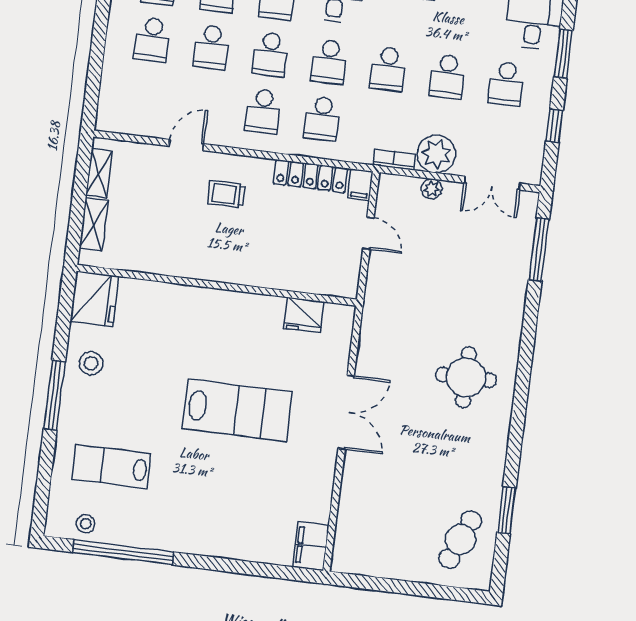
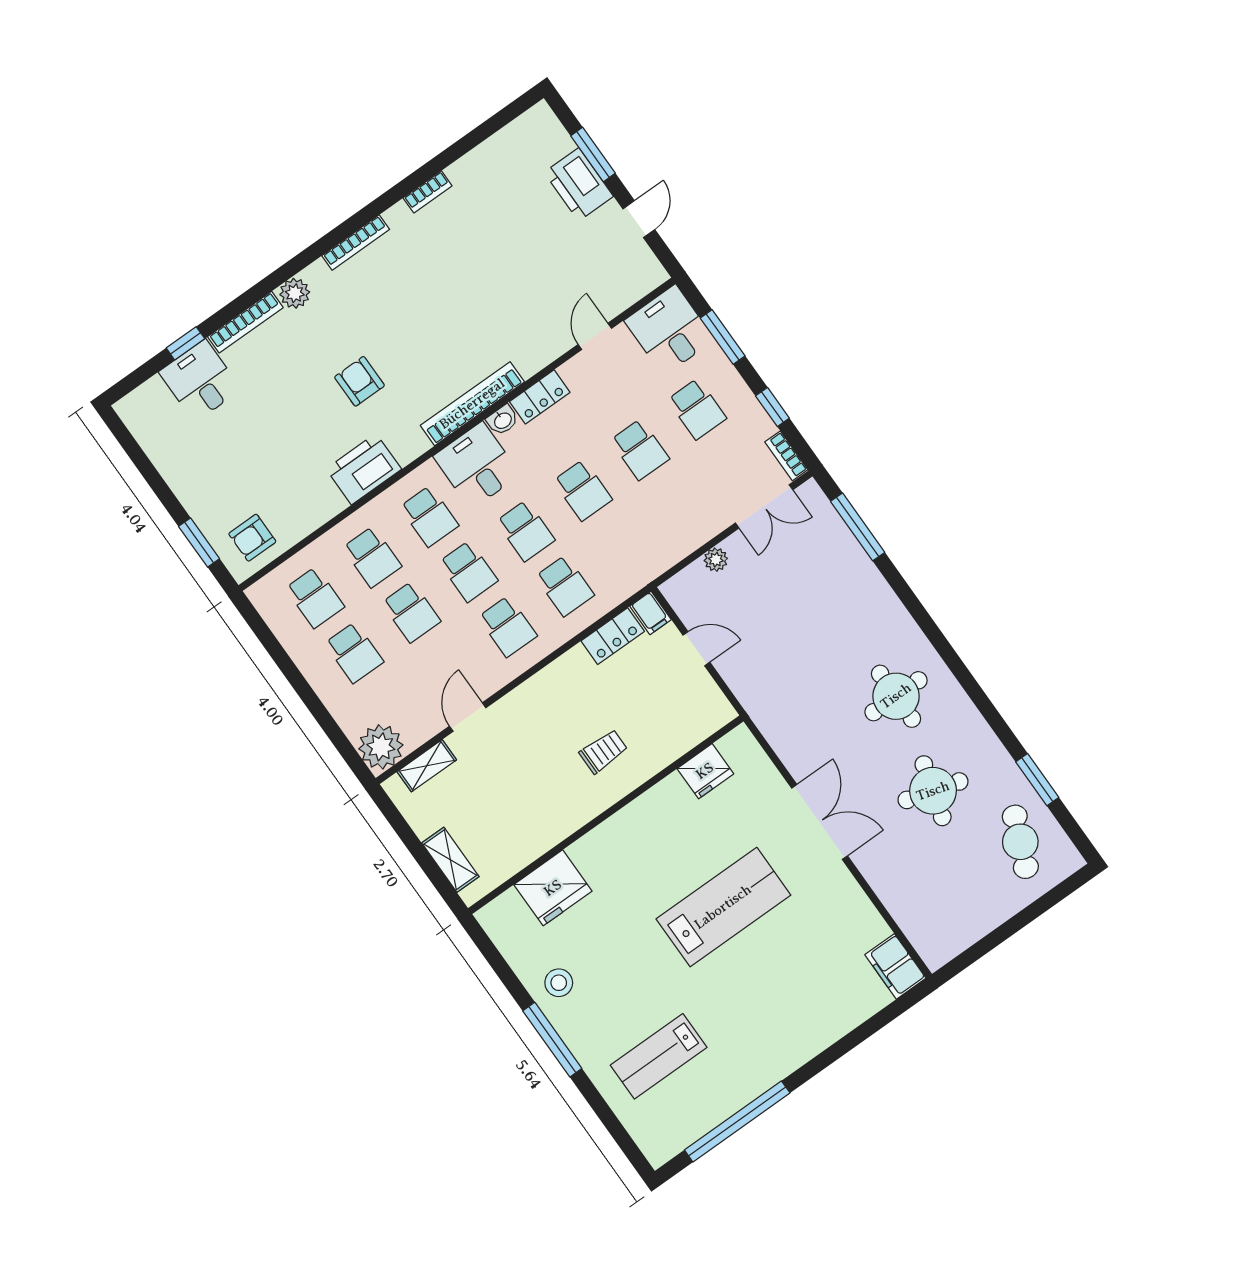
plant: (436, 154) -> (381, 747), moved
bookcase: (394, 160) -> (786, 456), moved, turned -90
shelving: (99, 173) -> (427, 766), moved, turned 90
locker: (311, 176) -> (613, 636), width x0.66
trolley: (226, 194) -> (603, 751), moved, turned 180
fridge: (94, 299) -> (553, 888), moved, turned 90
round table: (435, 458) -> (933, 791), added
stool: (86, 524) -> (682, 1127), removed

